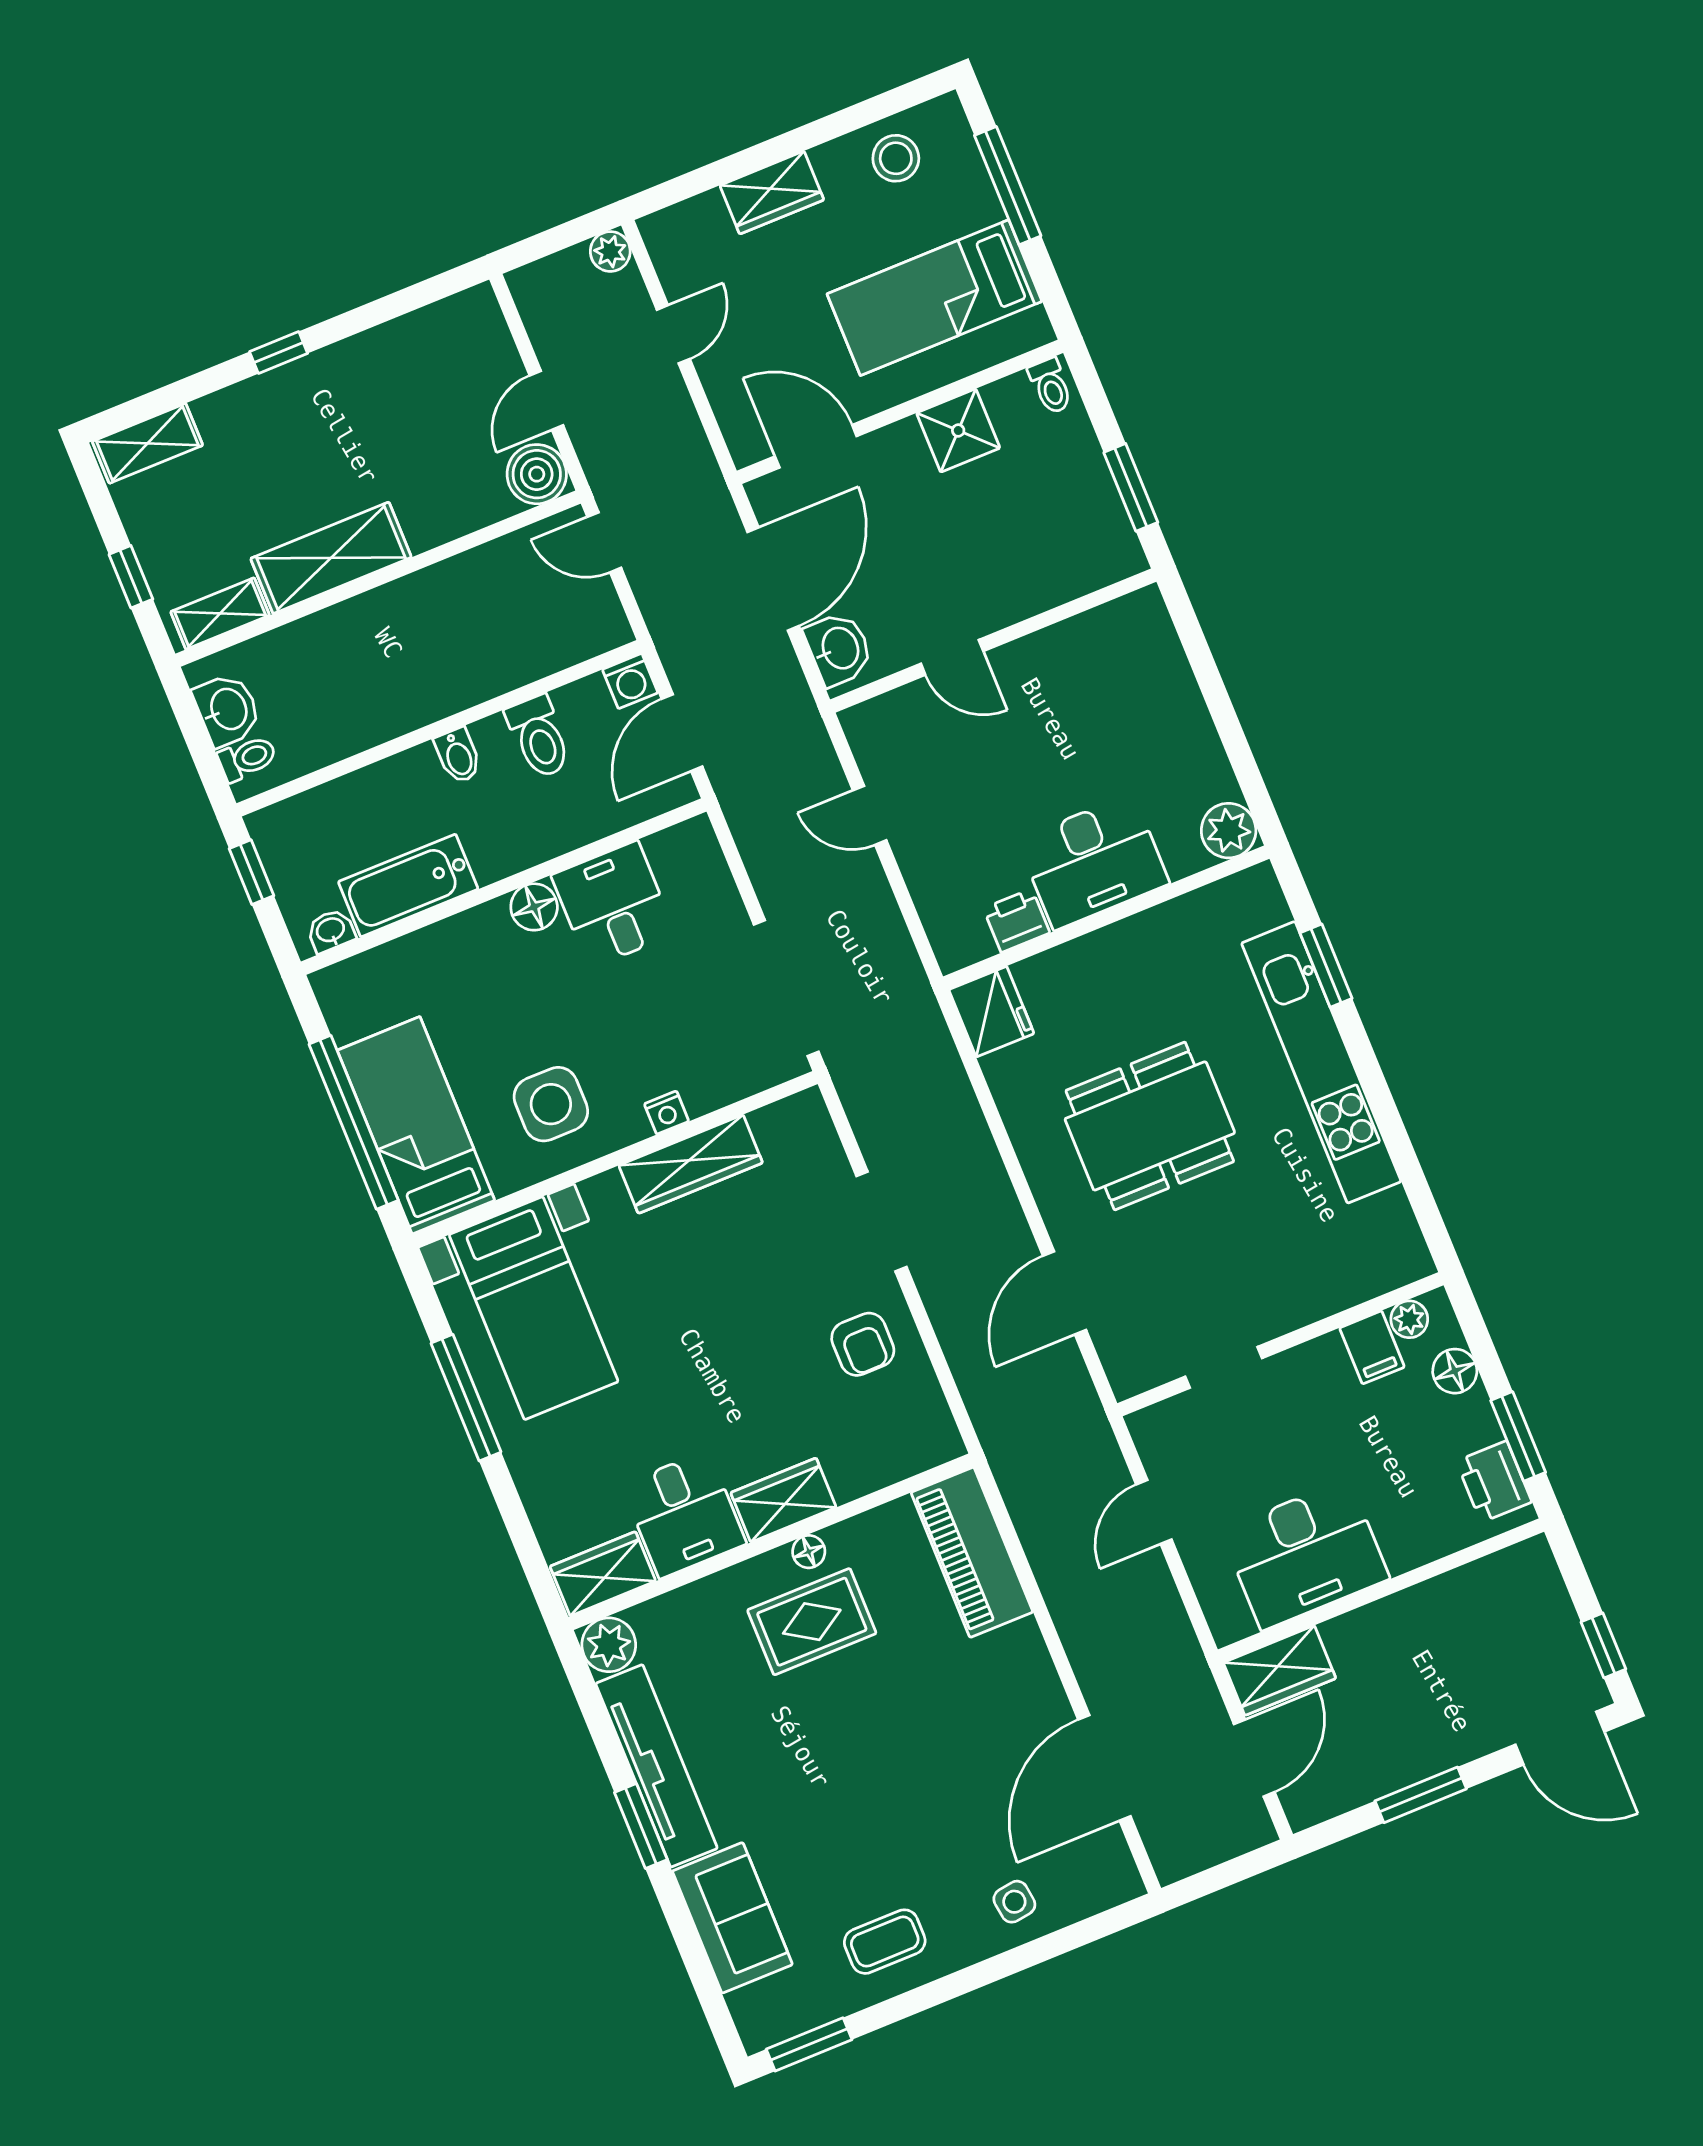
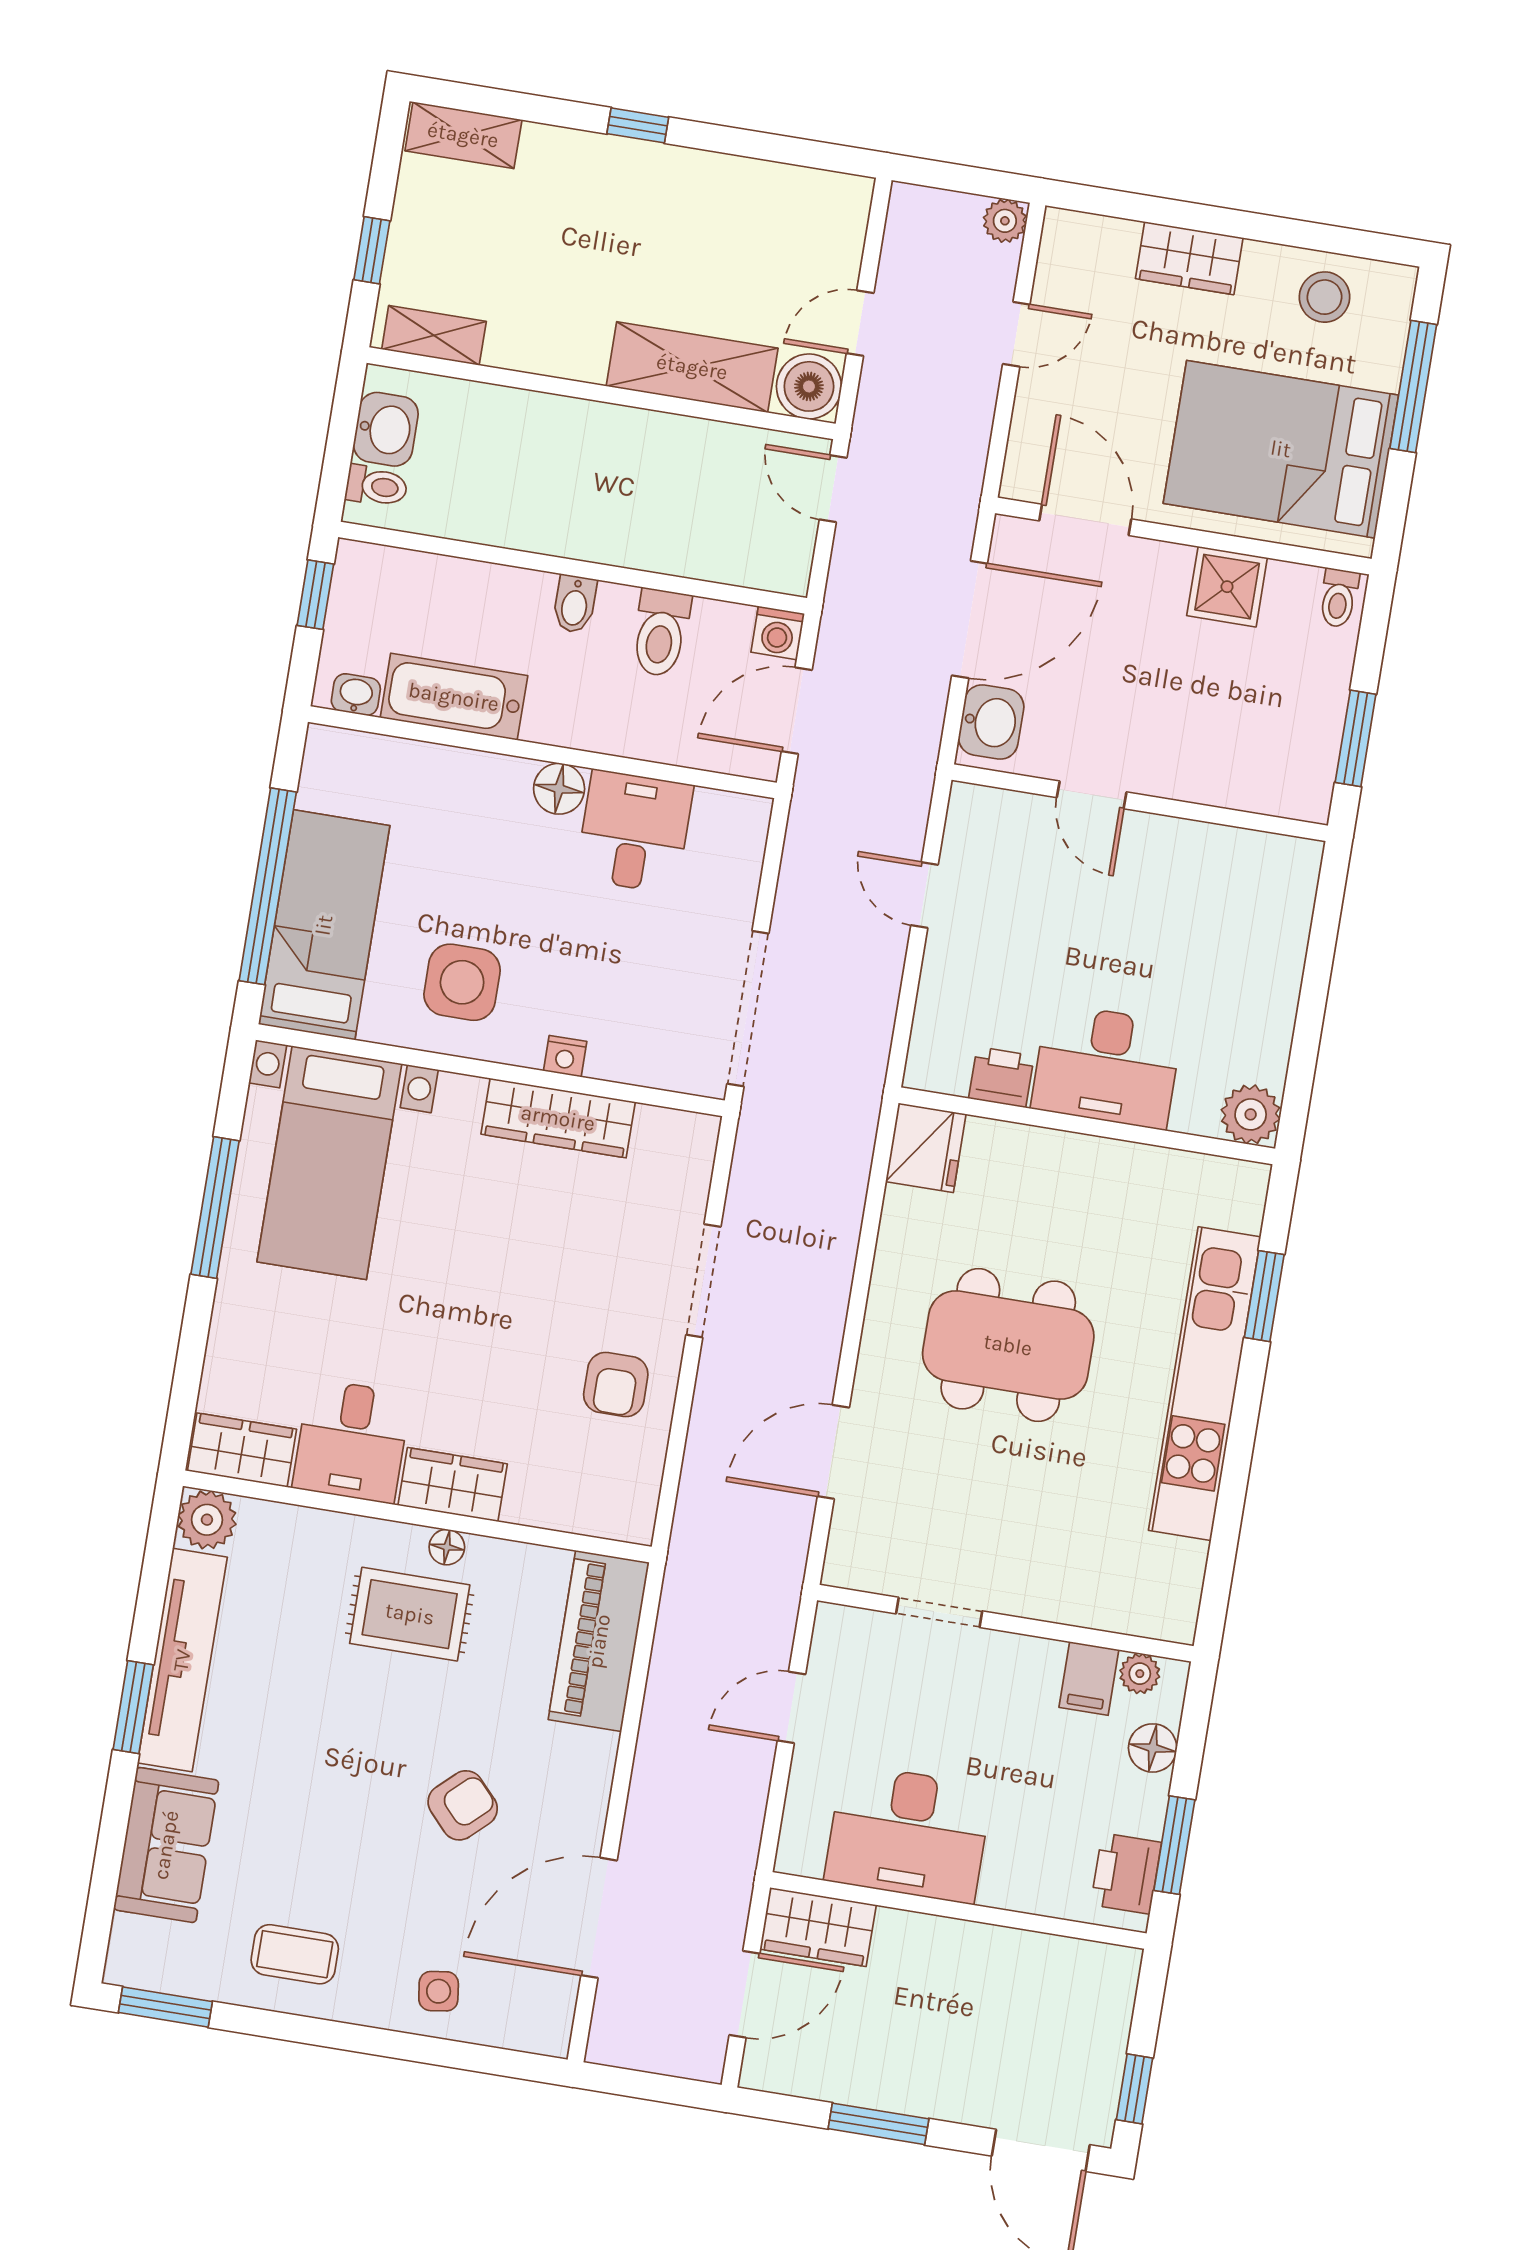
bed: (935, 298) -> (1281, 449), width x1.50
shelving: (331, 558) -> (692, 367), moved
armchair: (944, 1745) -> (463, 1805), added

